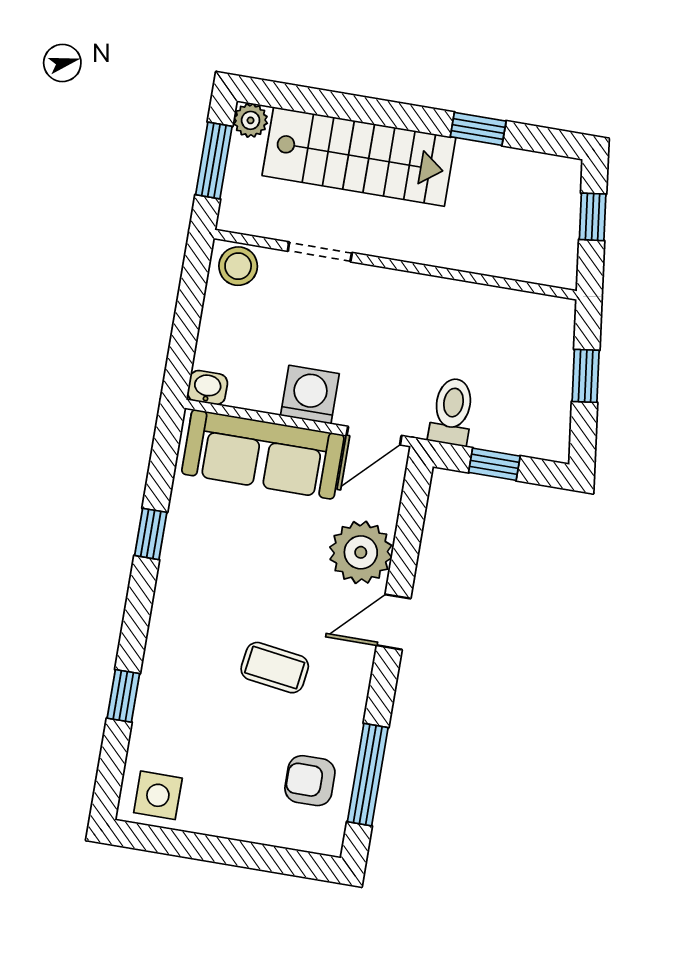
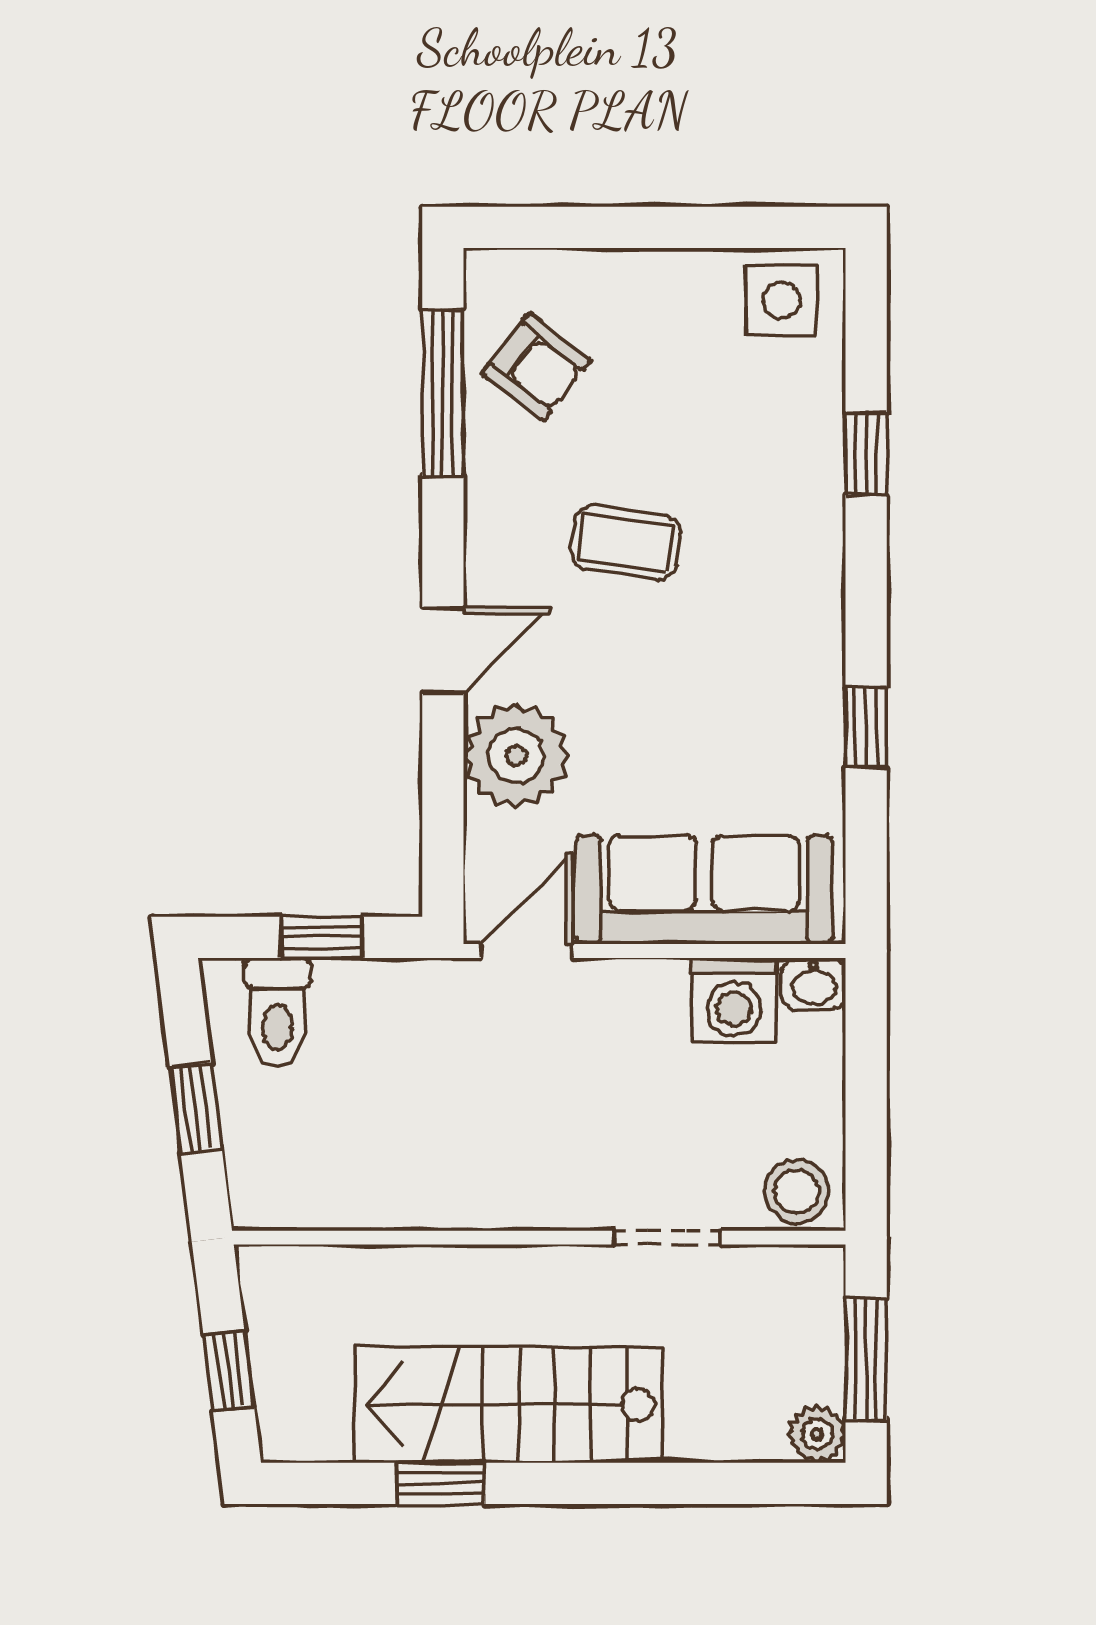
stairs: (359, 157) -> (508, 1405), moved
washing machine: (310, 395) -> (734, 1000), moved
toilet: (452, 412) -> (277, 1012), moved
armchair: (310, 781) -> (536, 367), turned 38

